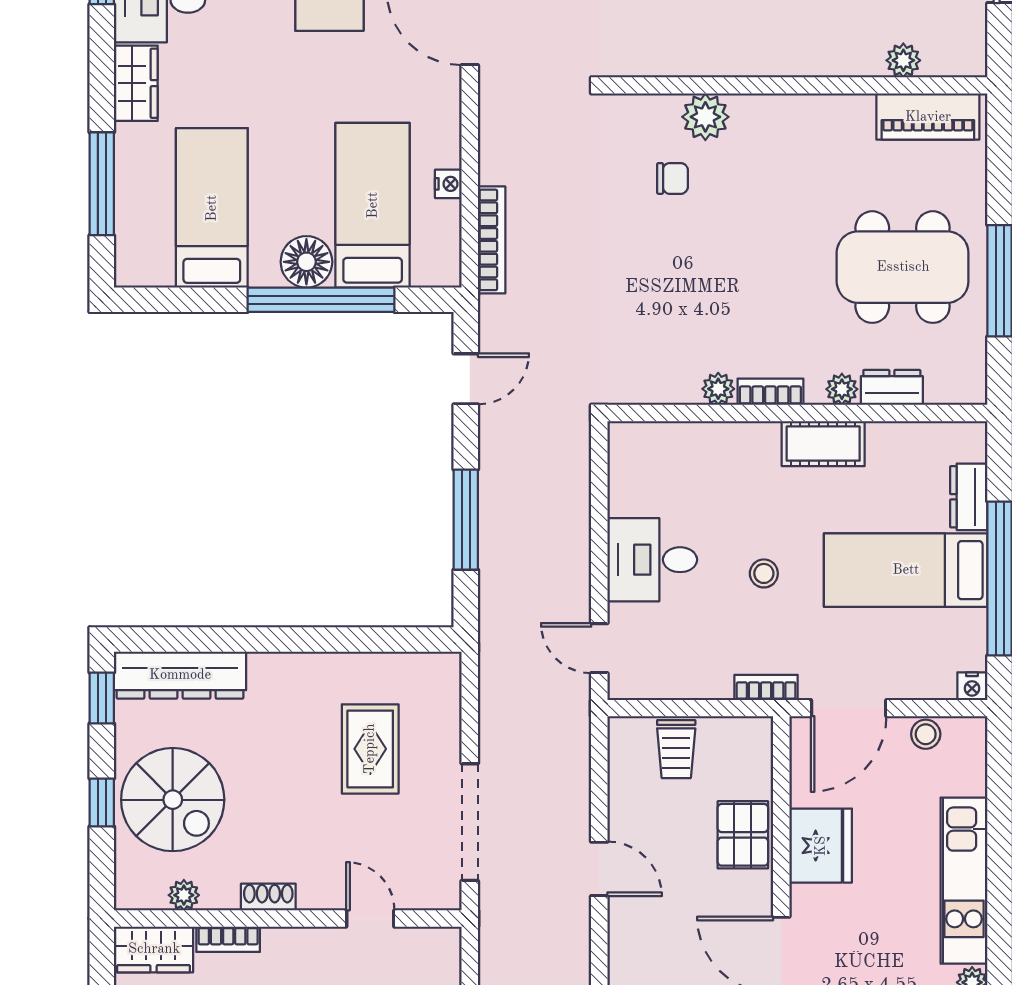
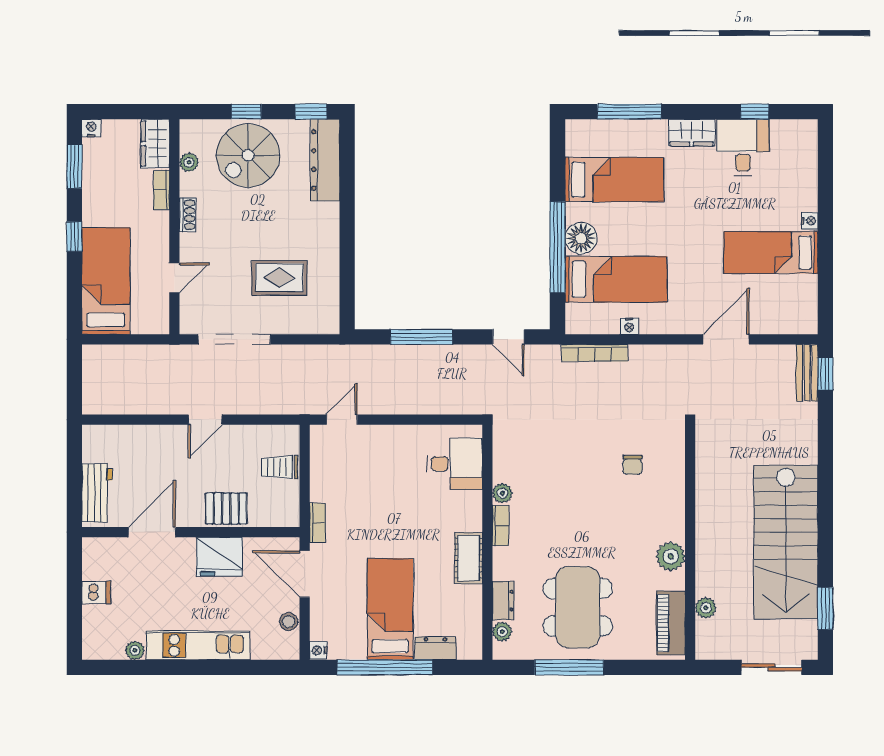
plant: (705, 117) -> (671, 556), moved
plant: (842, 389) -> (502, 632), moved
desk: (652, 560) -> (455, 464), moved, turned 90
stool: (764, 573) -> (388, 521), removed

